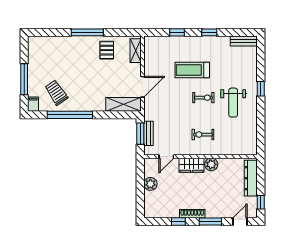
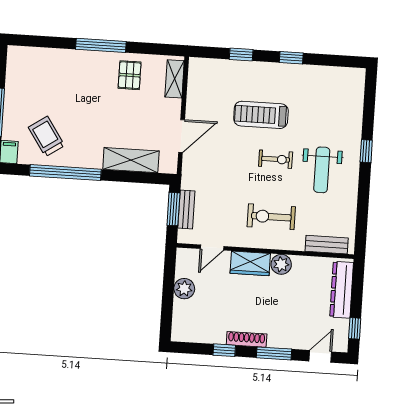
bench: (244, 41) -> (327, 245), moved
shelving: (123, 104) -> (131, 160), moved
exercise bike: (203, 135) -> (271, 217), width x1.38, depth x1.39

